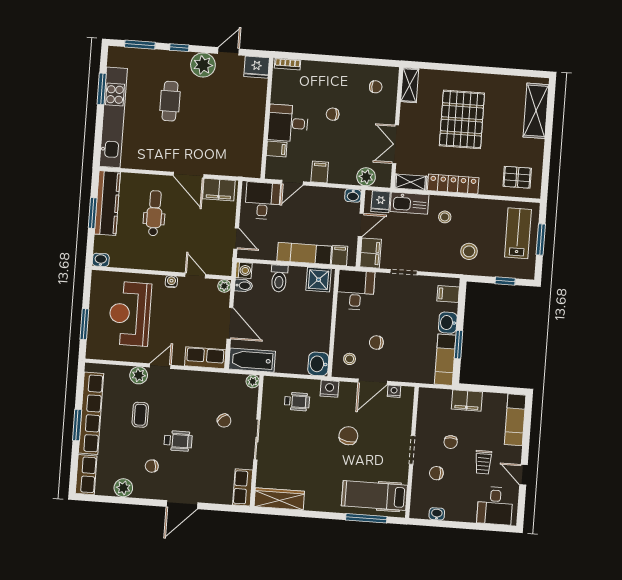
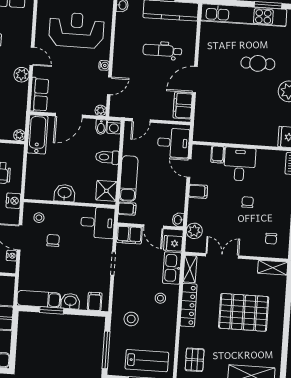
dental chair: (154, 213) -> (162, 51), turned 180
window: (505, 281) -> (106, 350), width x2.17
washbasin: (318, 364) -> (65, 193), moved
plant: (139, 375) -> (22, 75), moved

